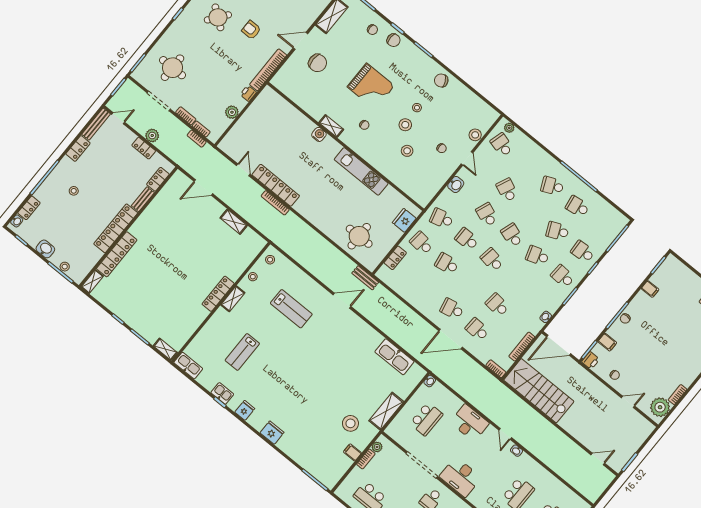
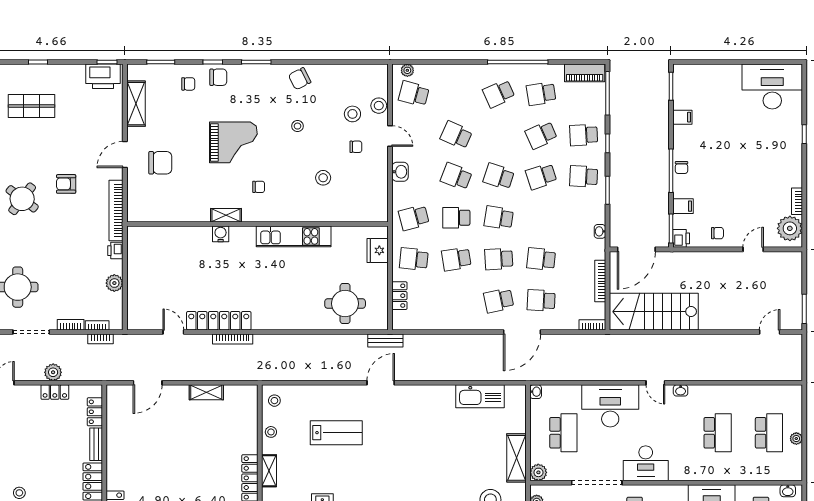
stool: (405, 125) -> (352, 114), moved
piano: (613, 215) -> (585, 73), added
school desk: (472, 284) -> (499, 259), added
desk: (470, 423) -> (610, 406), width x1.36, depth x1.30
plant: (392, 430) -> (538, 472), added

